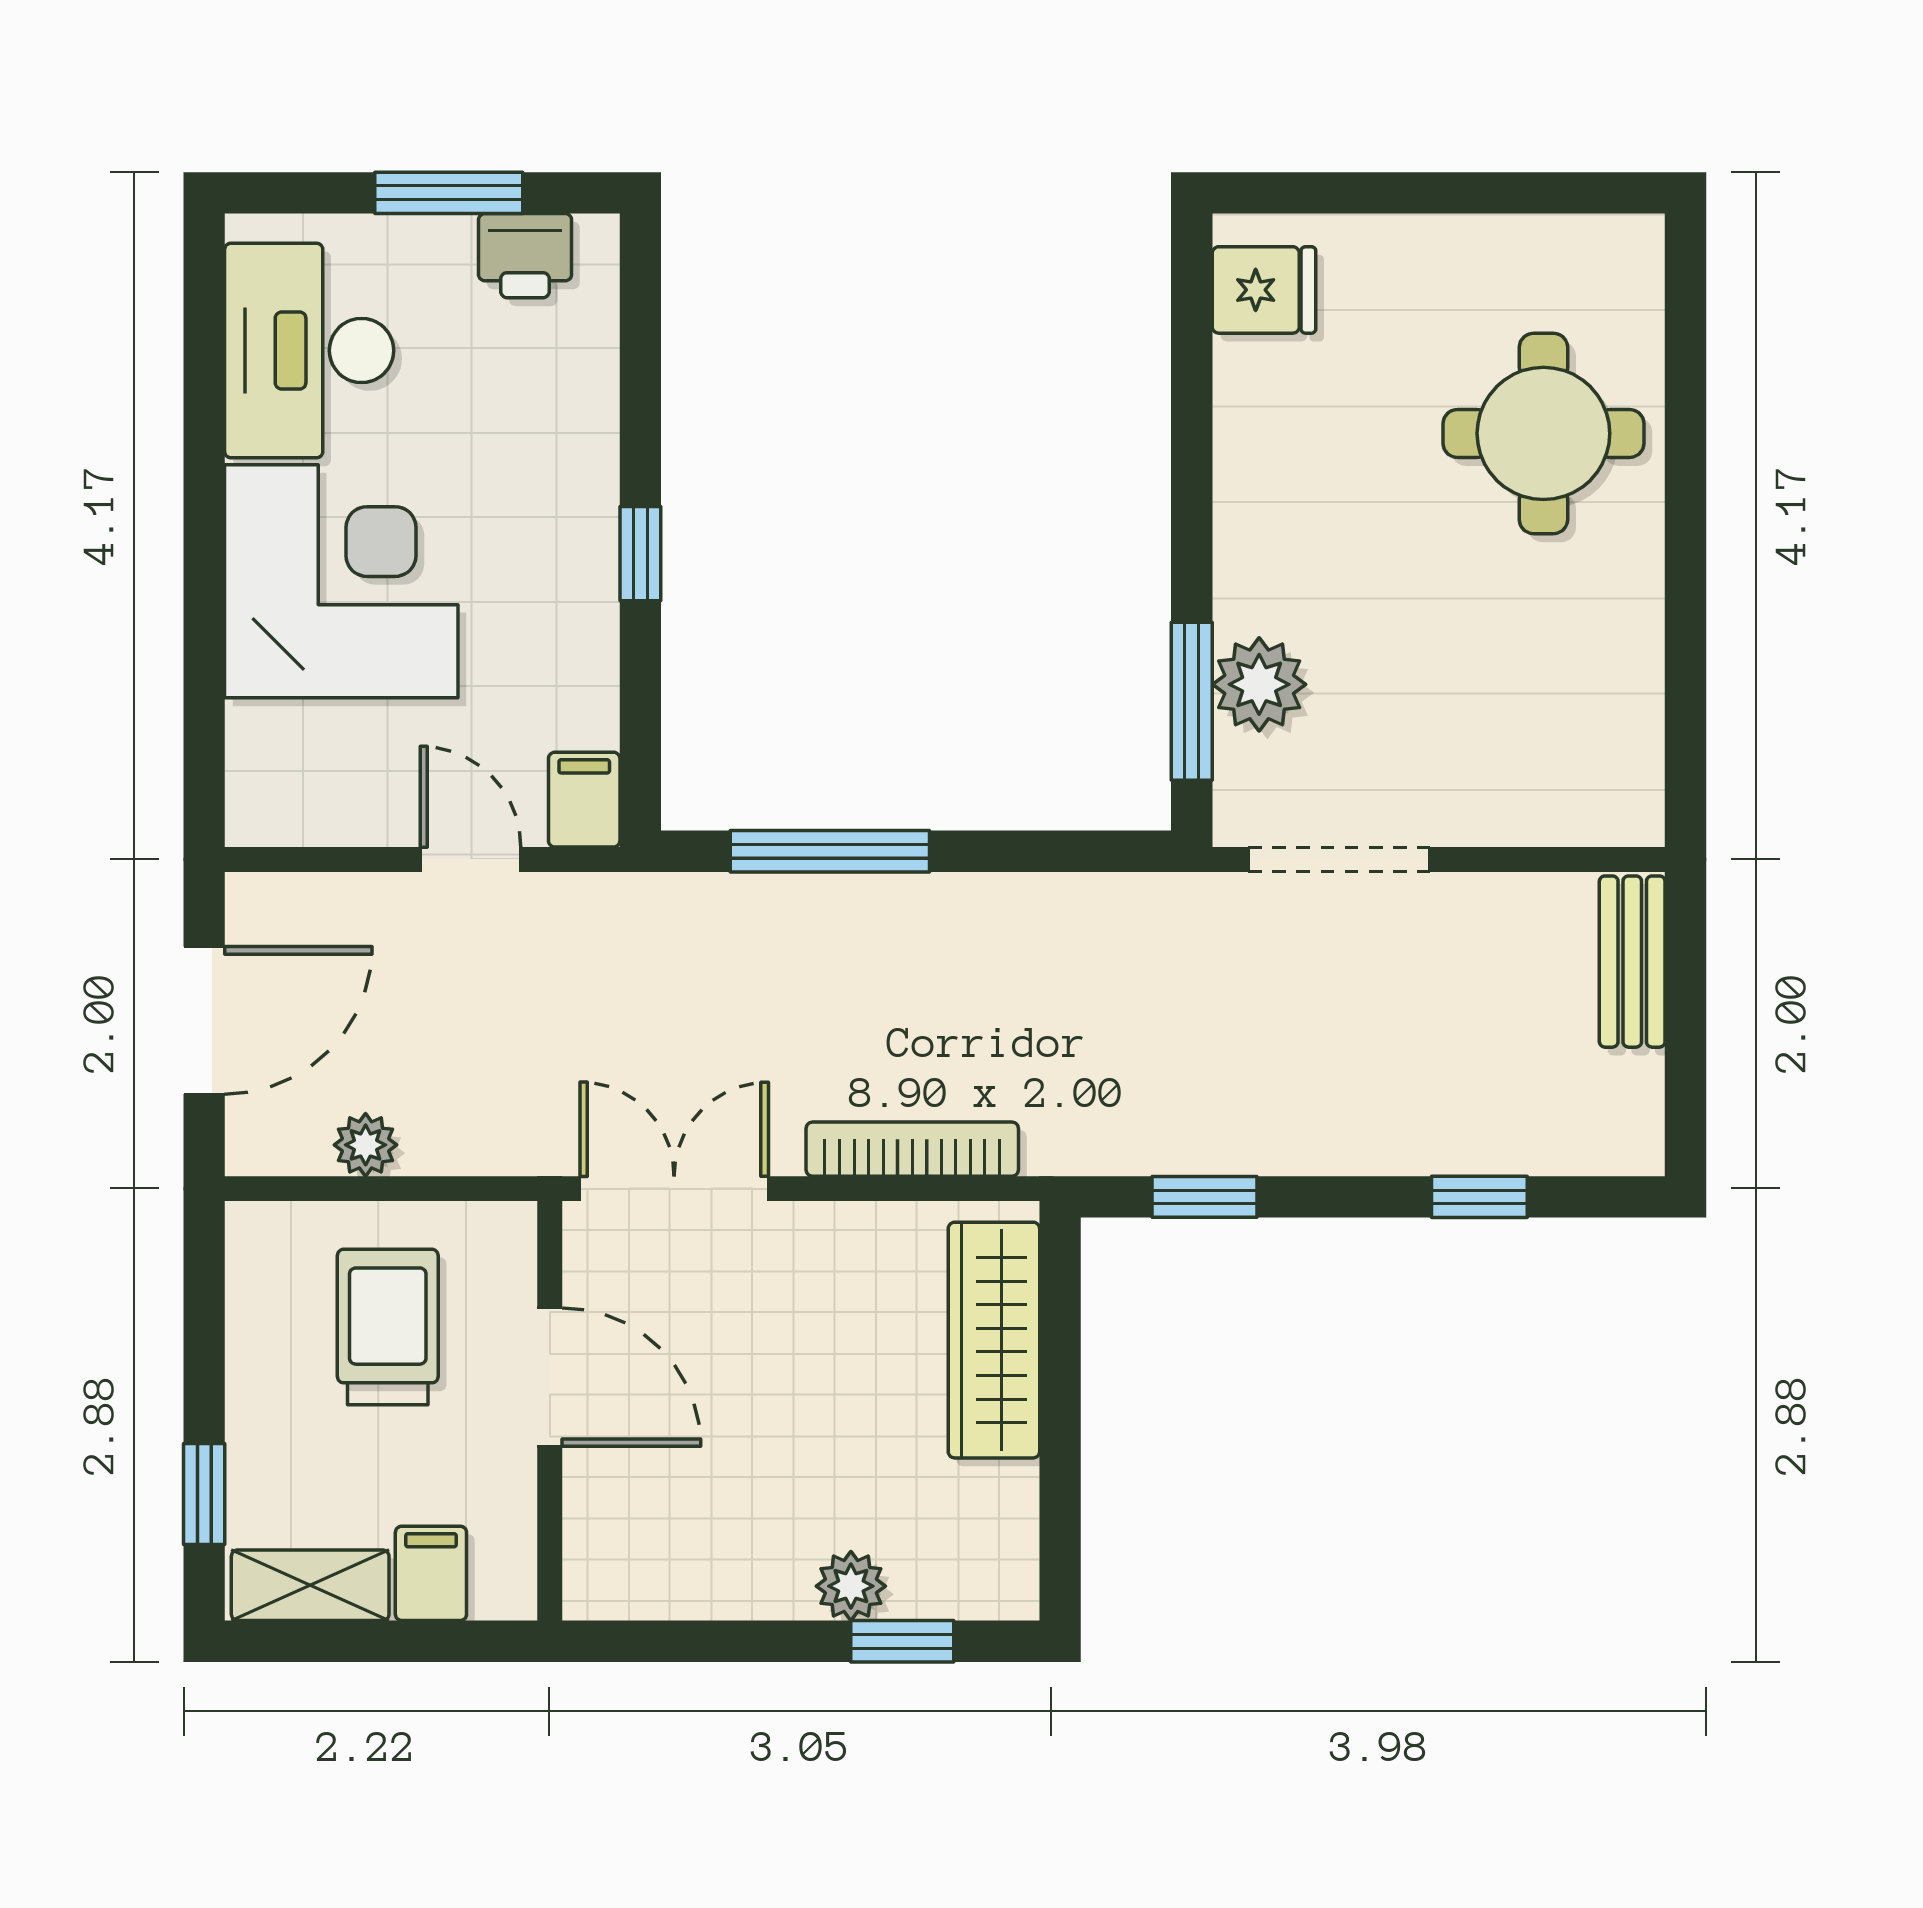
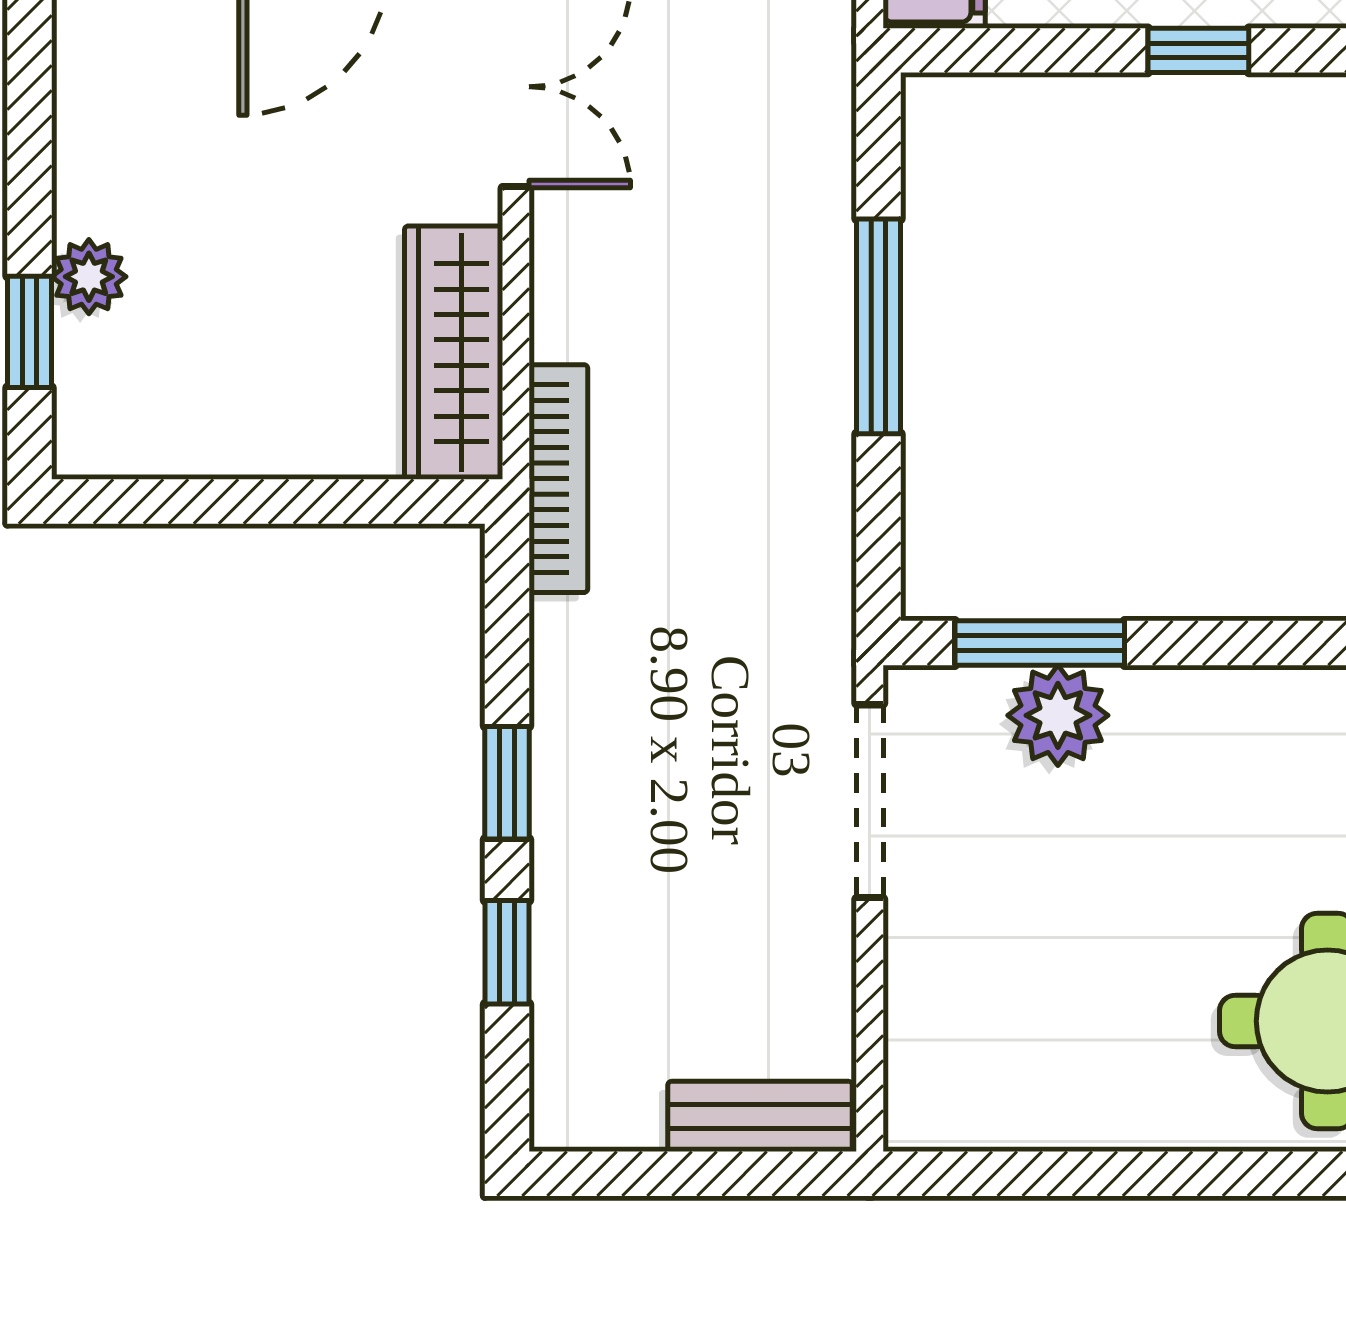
window: (830, 851) -> (879, 326), moved
bookcase: (912, 1149) -> (558, 479), moved
window: (1204, 1197) -> (507, 783), moved
wardrobe: (994, 1340) -> (454, 353), moved, turned -90

